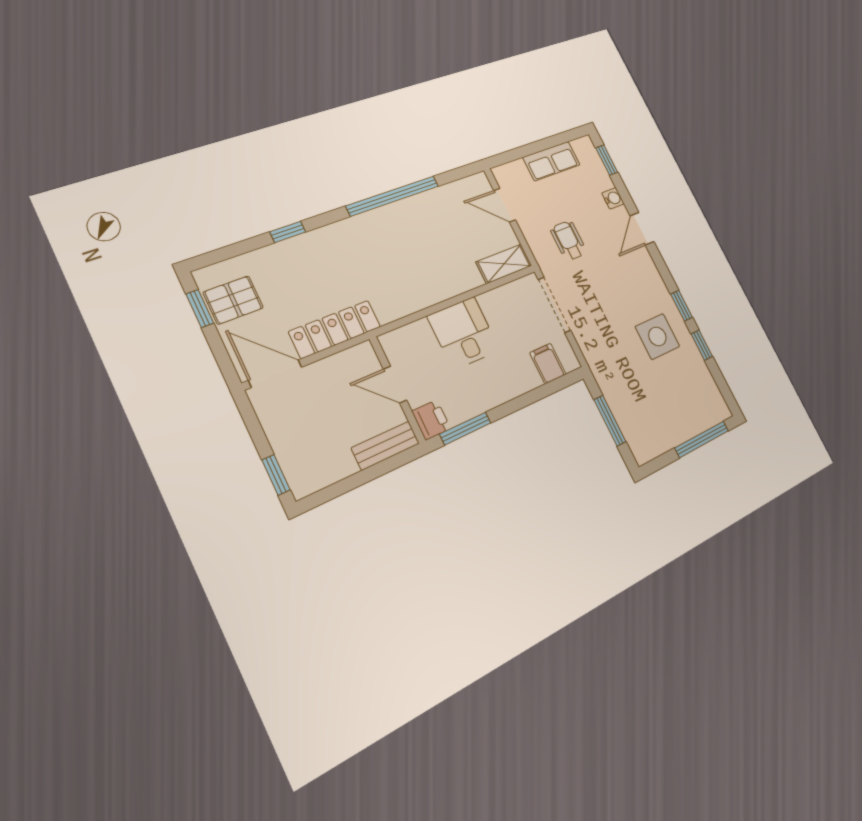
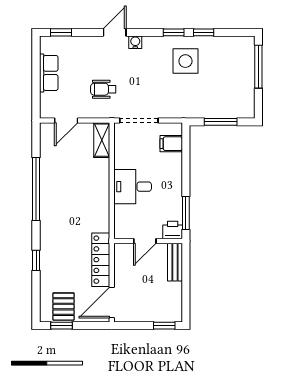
water cooler: (613, 198) -> (135, 42), moved
door: (642, 229) -> (115, 32), swing flipped

